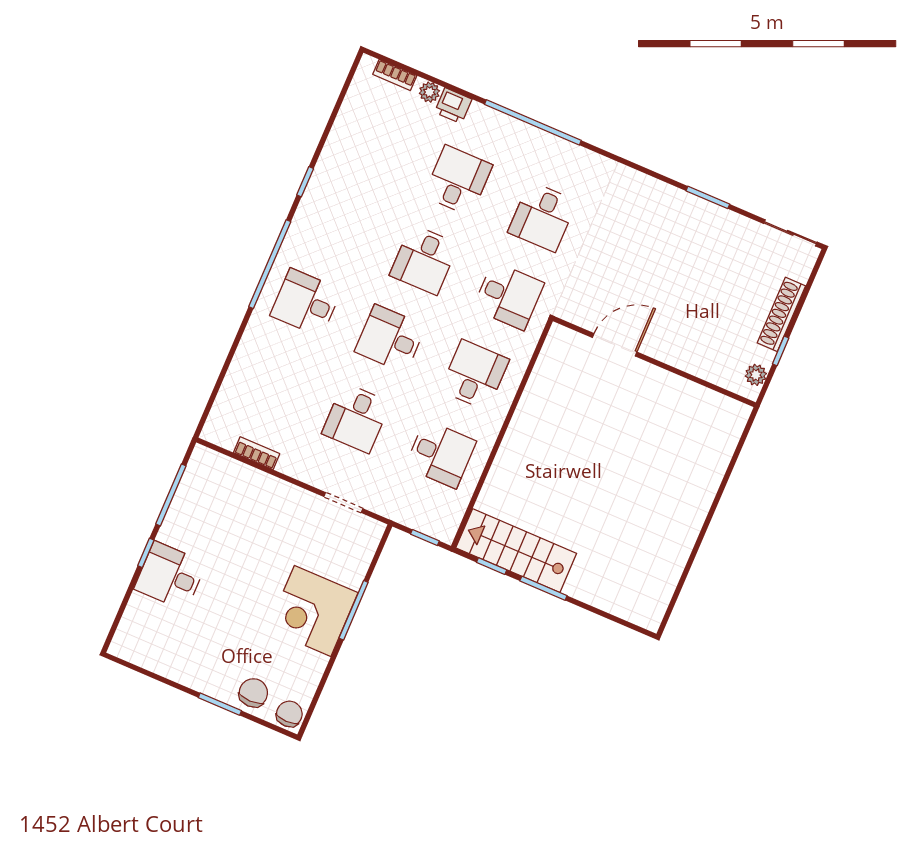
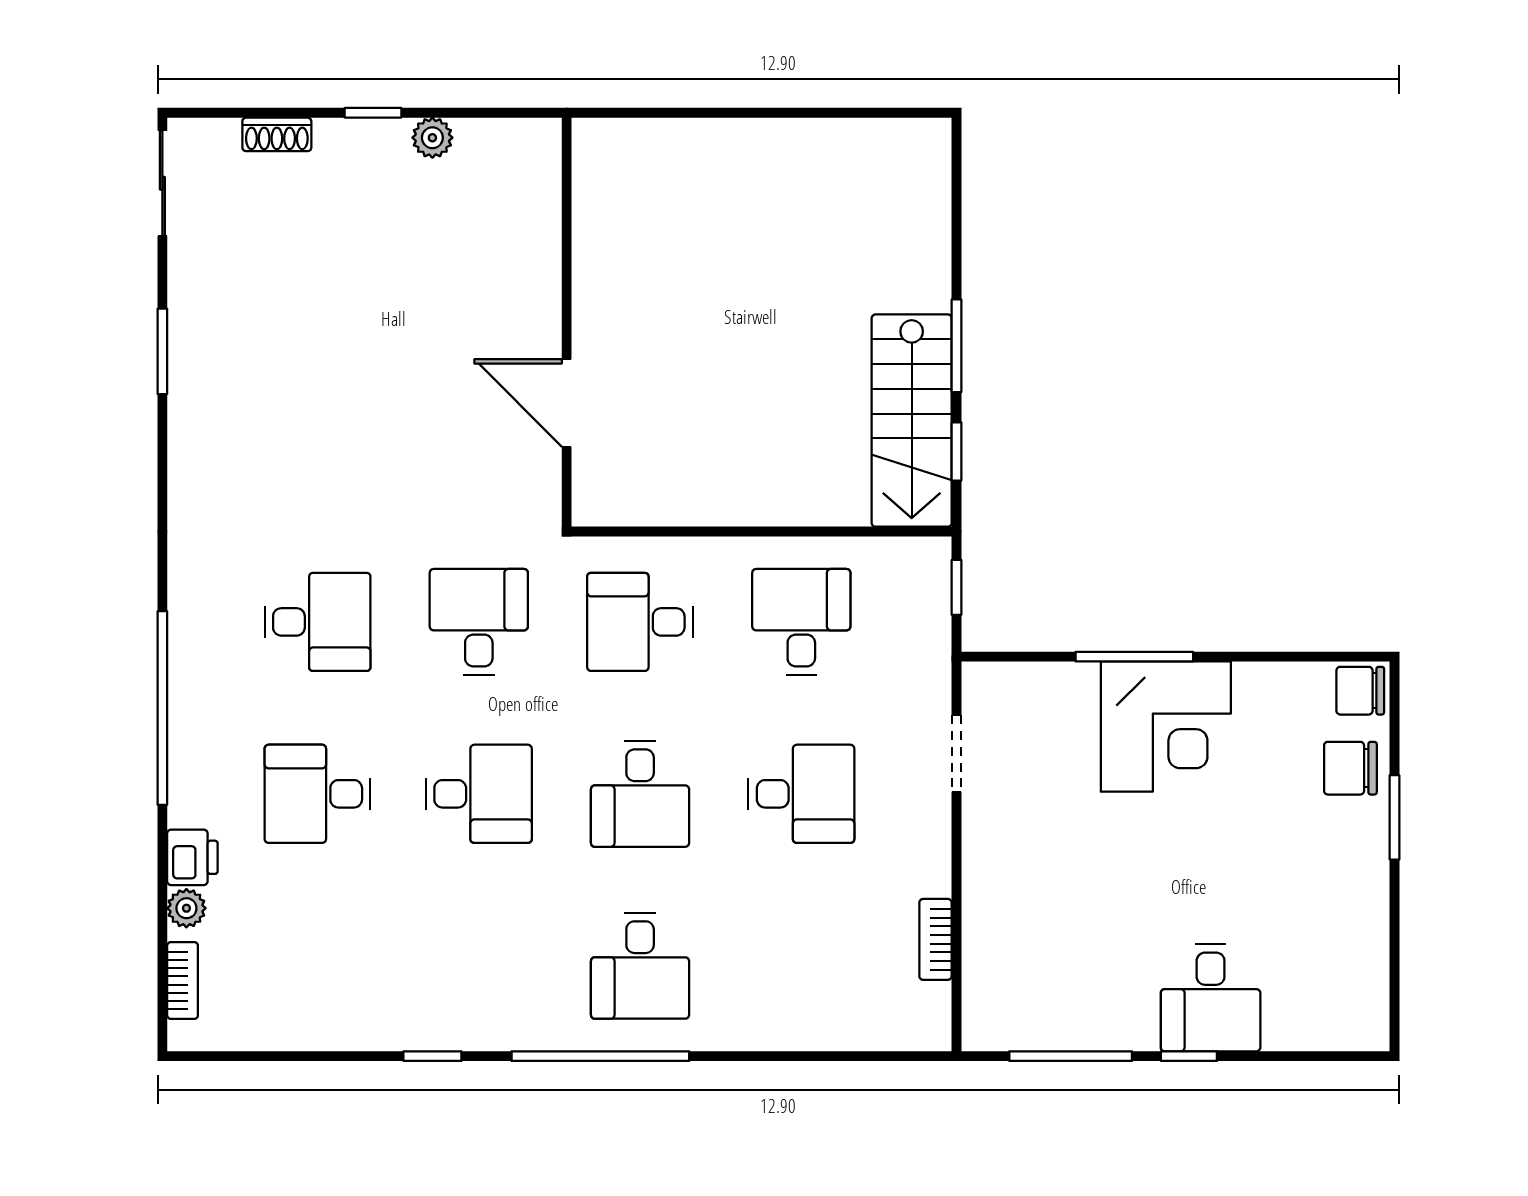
shoe rack: (781, 314) -> (277, 134), width x0.51, depth x0.81
door: (615, 345) -> (567, 403), moved
wall: (654, 362) -> (567, 322), moved

